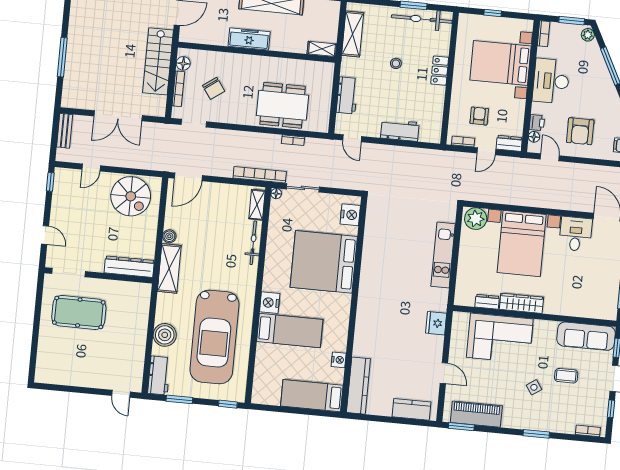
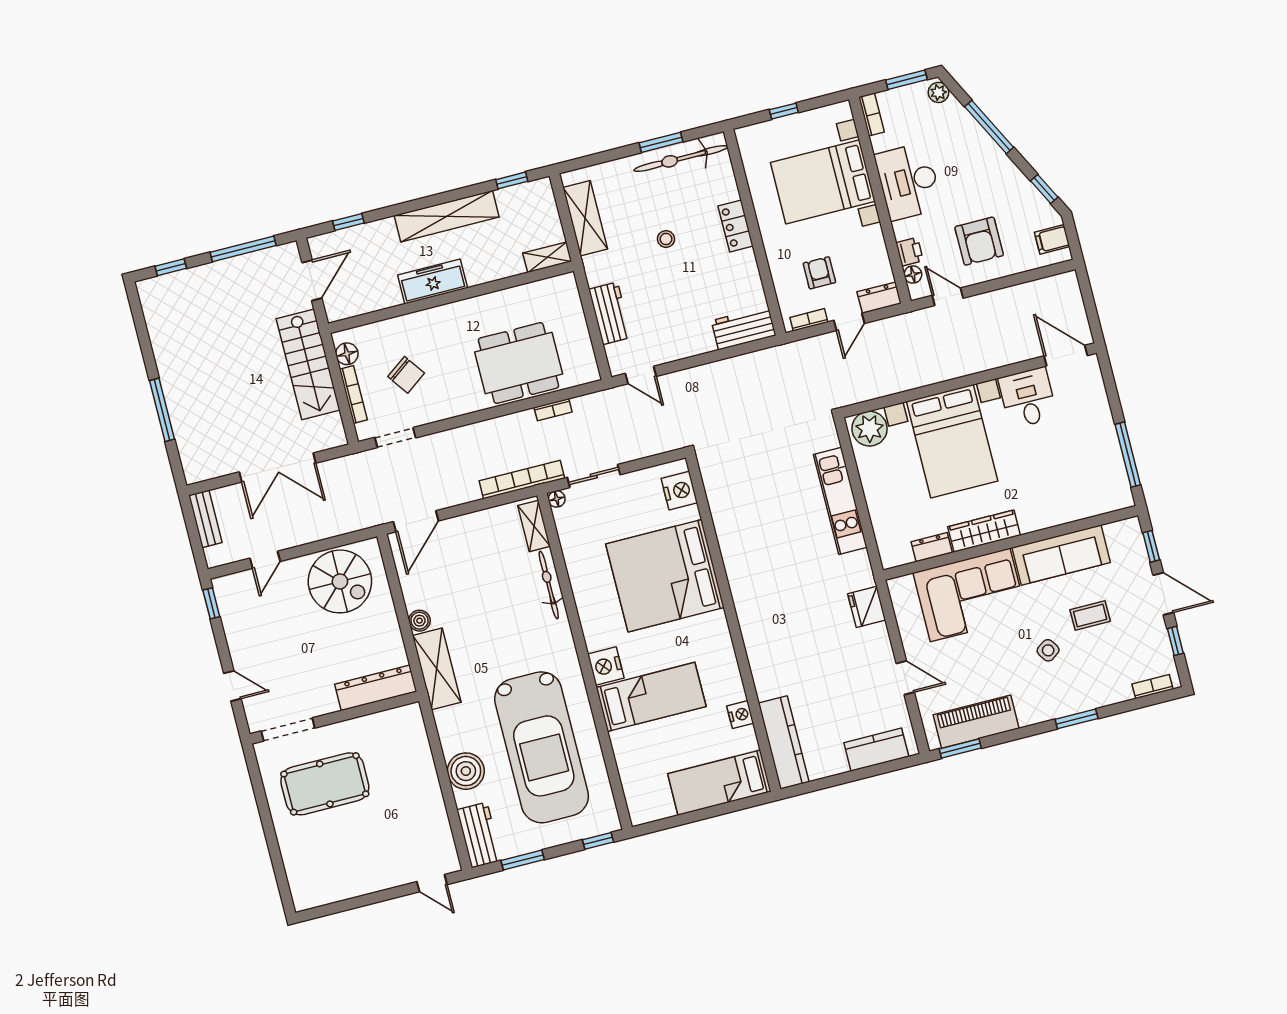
workbench: (400, 130) -> (744, 328), moved
sofa: (586, 336) -> (1061, 555), moved

